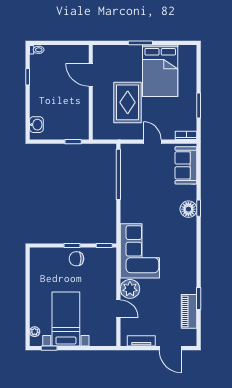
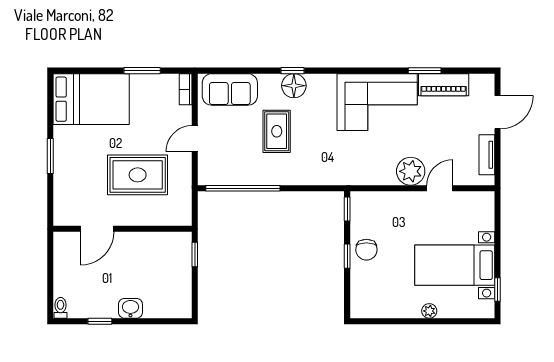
bed: (160, 71) -> (91, 99), moved
washbasin: (36, 125) -> (130, 308), moved
rug: (157, 197) -> (277, 131), added
corner sofa: (140, 251) -> (377, 102), moved, turned 180
plant: (35, 332) -> (429, 311), moved

